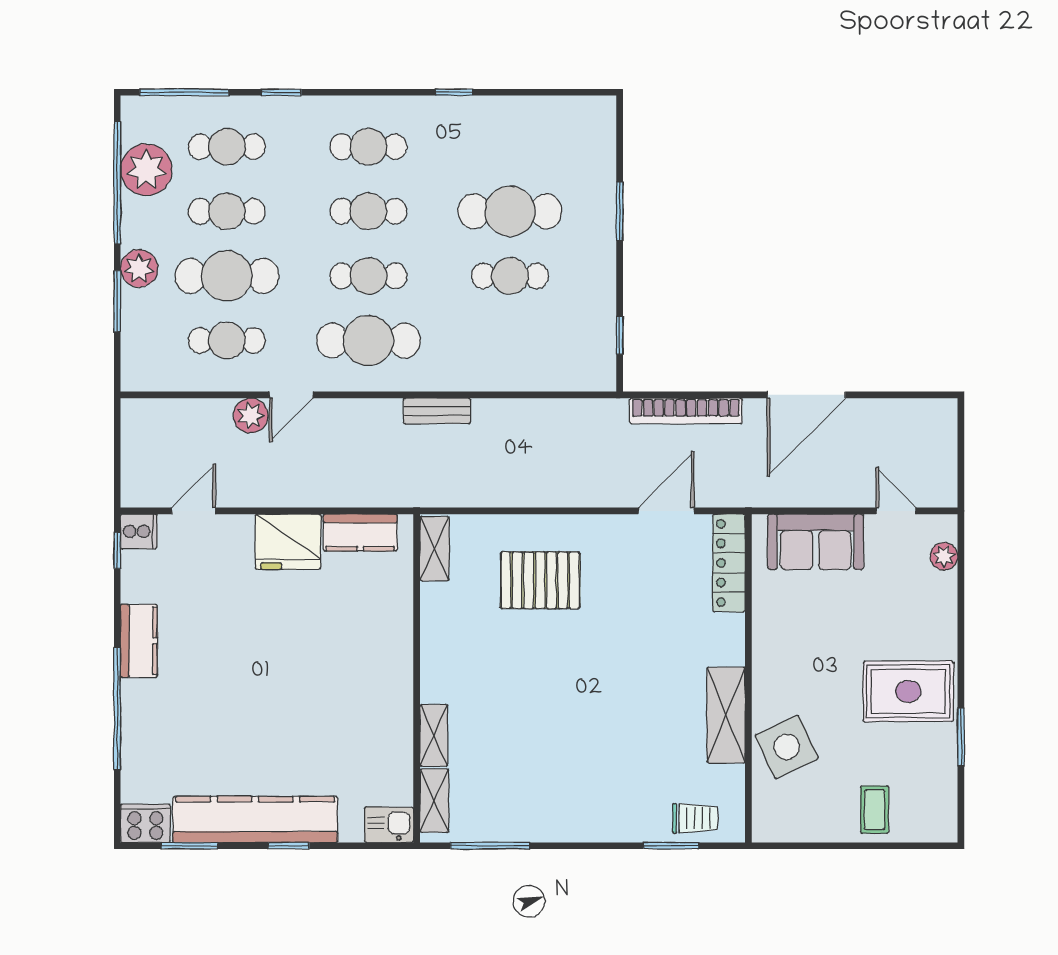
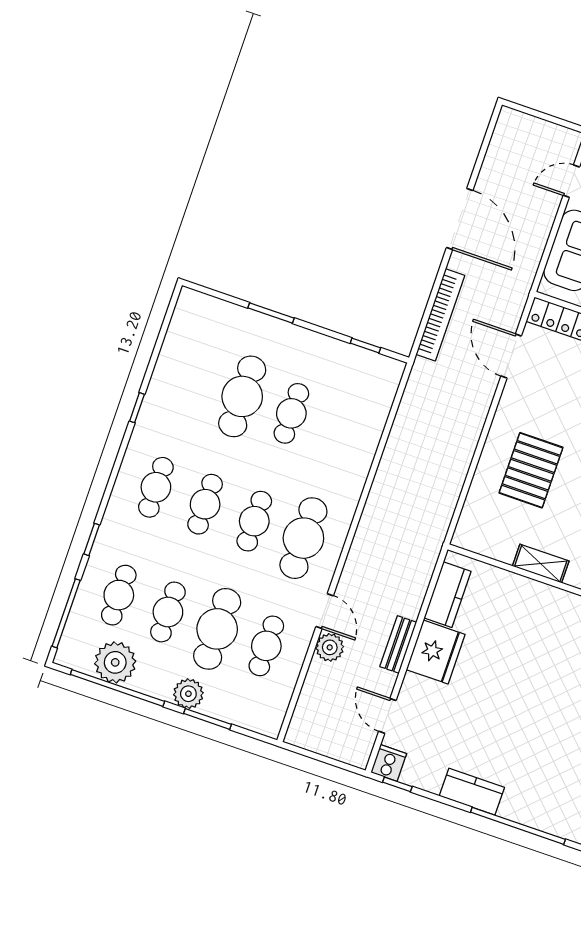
bench: (437, 411) -> (398, 644), moved
shelving: (434, 549) -> (541, 564), moved

